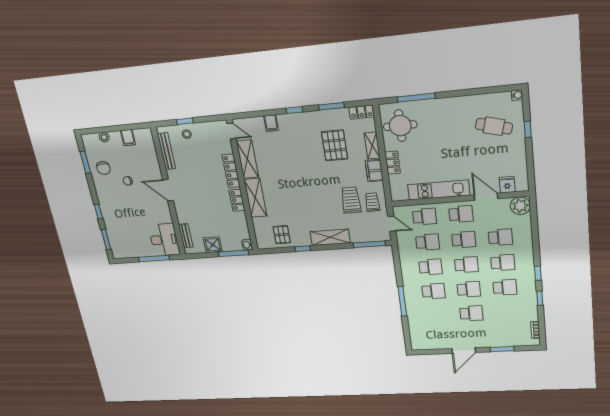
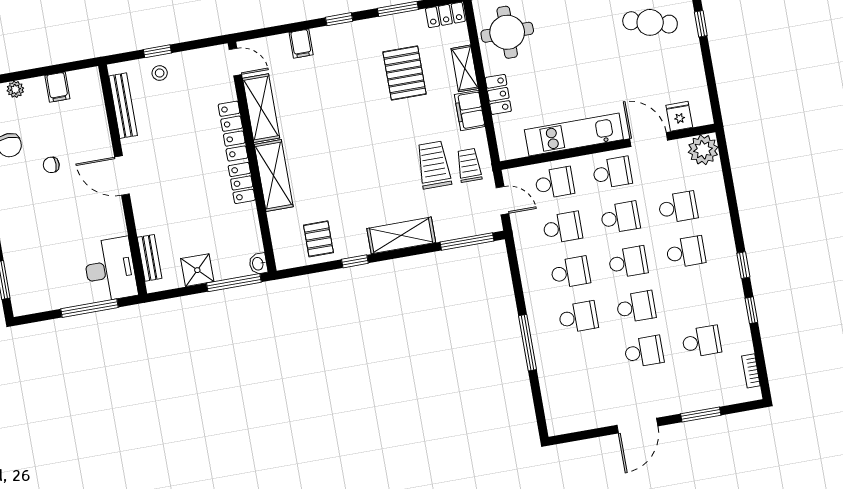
school desk: (505, 287) -> (702, 341), moved

